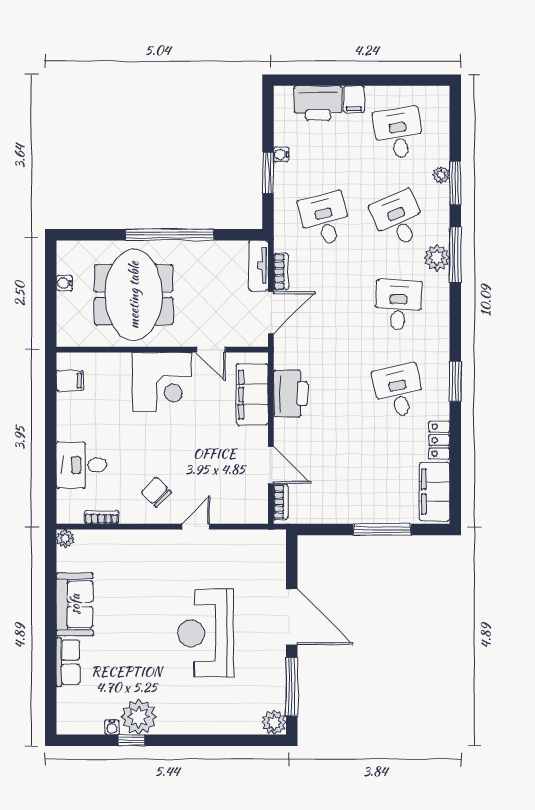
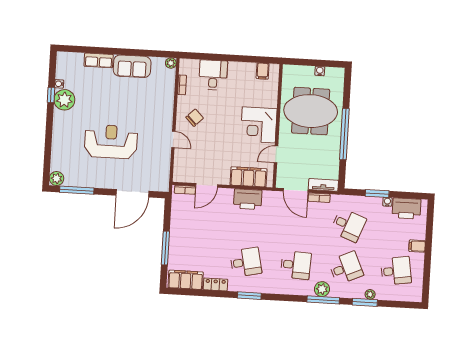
printer: (318, 103) -> (406, 208), moved, turned -90
desk: (325, 219) -> (348, 225), turned 36
door: (292, 617) -> (132, 193), moved

